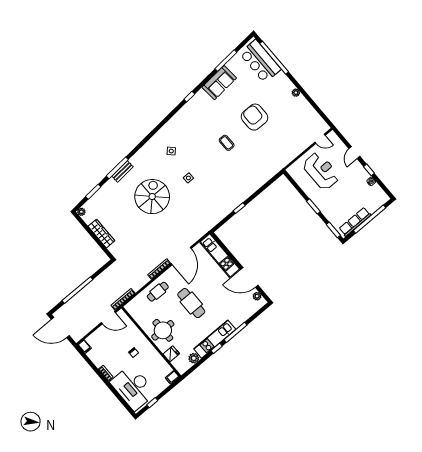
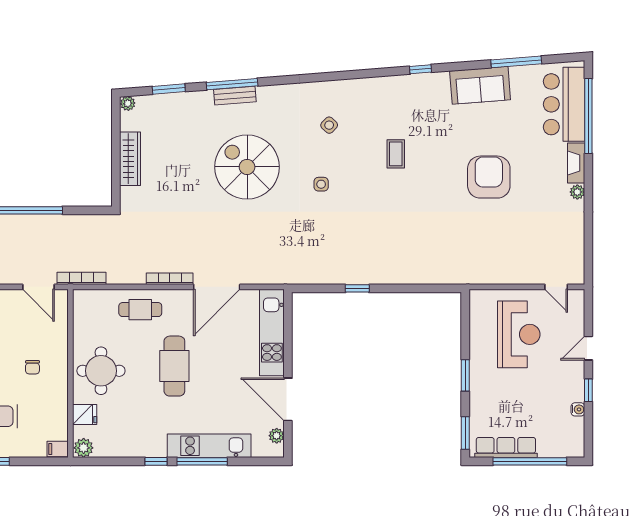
fireplace: (285, 81) -> (576, 163), added
coffee table: (227, 143) -> (396, 154), moved
spiral stairs: (152, 197) -> (247, 167), turned -90
kitchen unit: (215, 339) -> (209, 446), moved
plant: (194, 358) -> (84, 448), moved

